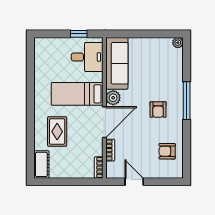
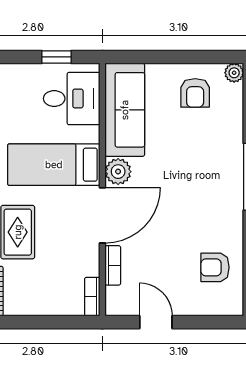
armchair: (158, 109) -> (195, 93), moved

